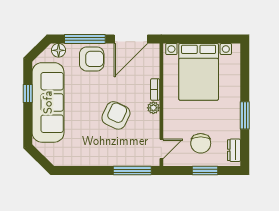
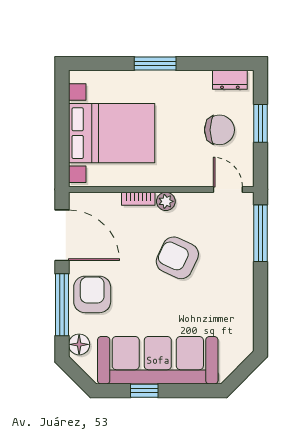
window: (245, 115) -> (155, 63), moved

